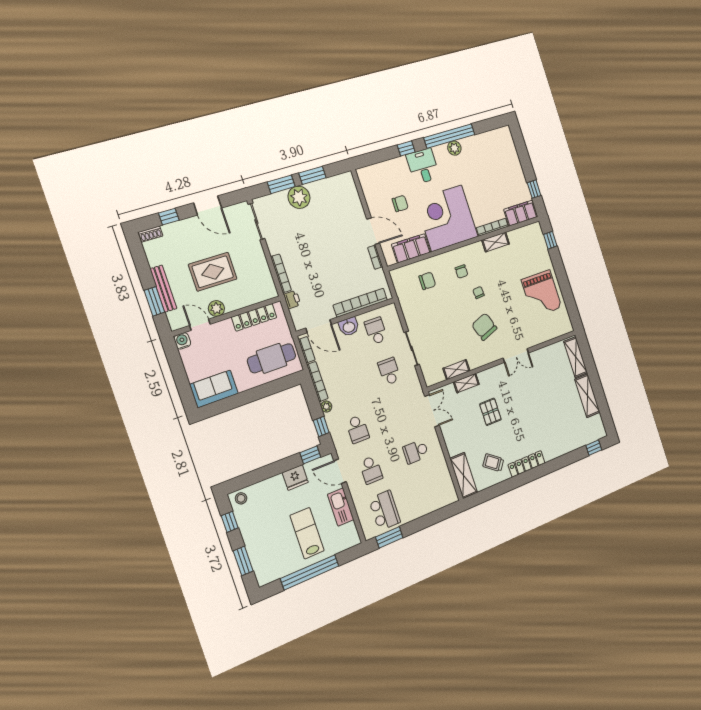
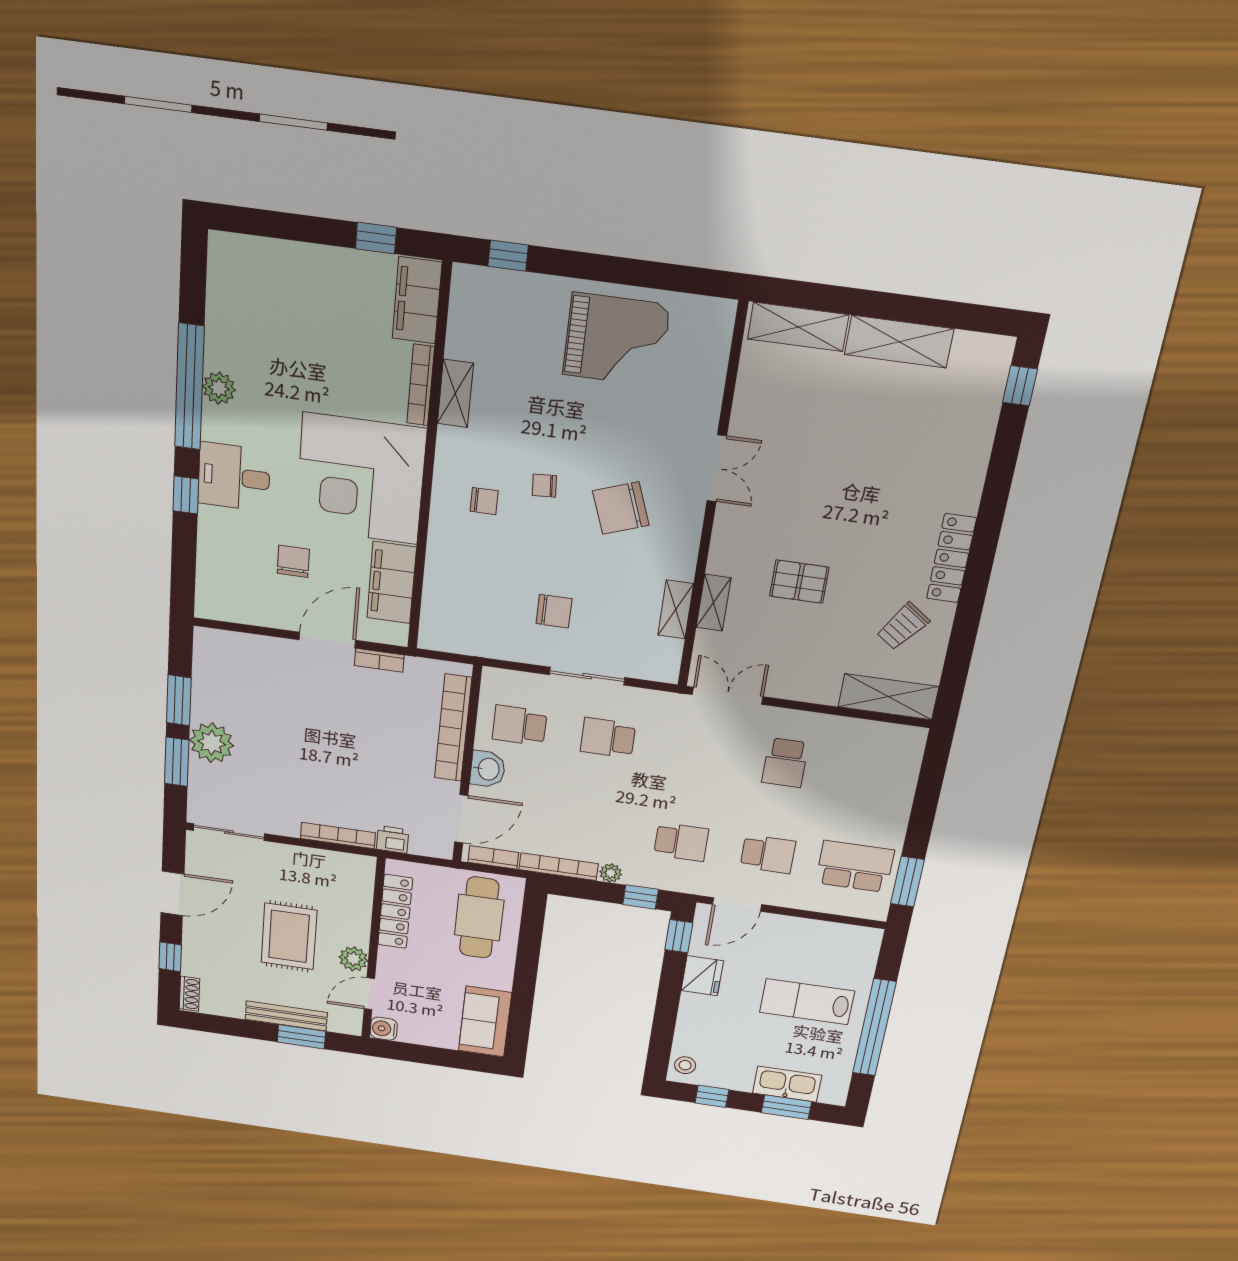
chair: (427, 281) -> (554, 611), moved, turned 90
kitchen sink: (341, 507) -> (787, 1084), moved, turned 180

